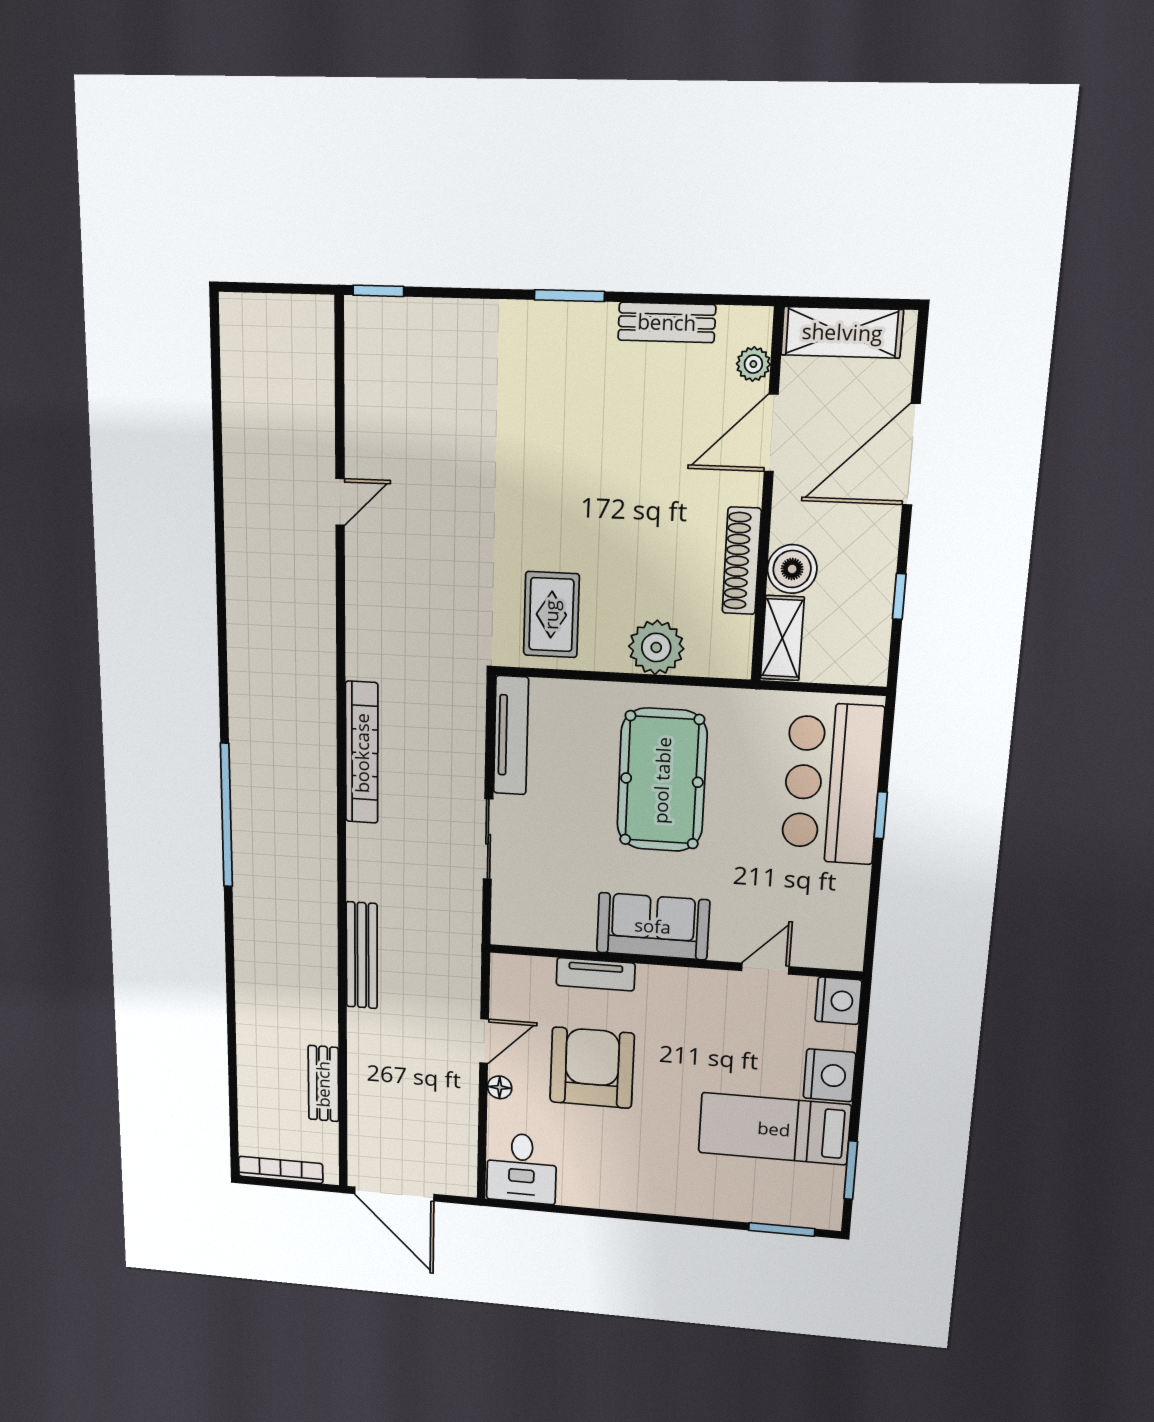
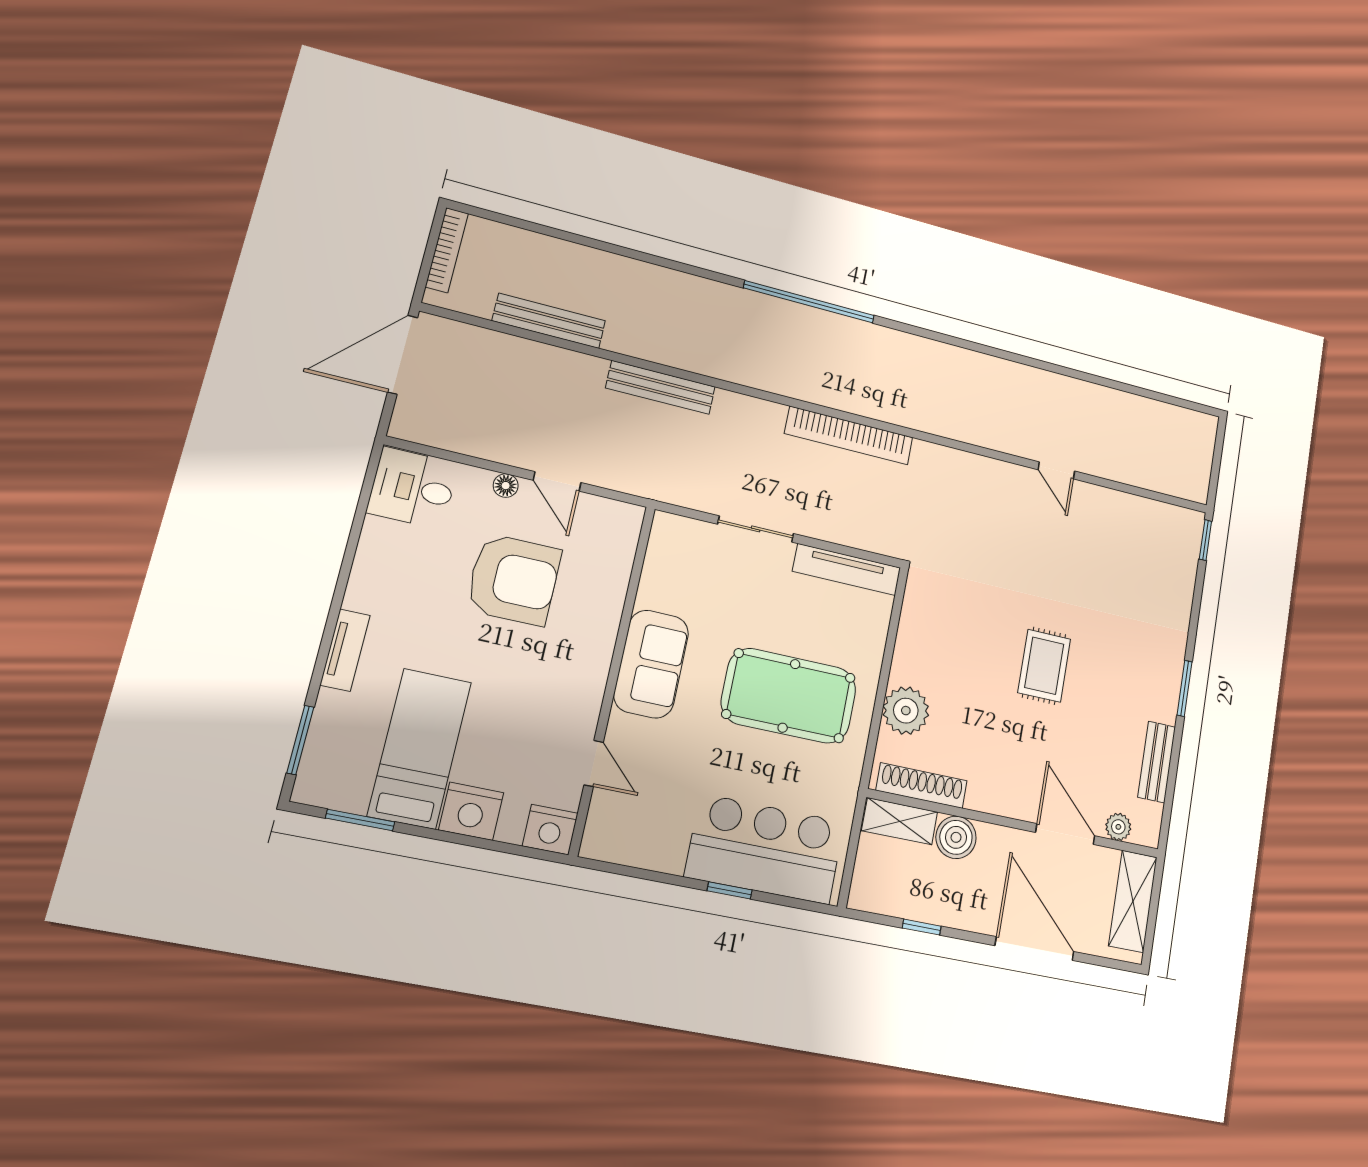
shoe rack: (742, 561) -> (922, 785), moved
rug: (551, 615) -> (1044, 666), moved, turned 90
tv unit: (596, 974) -> (345, 650), moved, turned 180
bench: (323, 1084) -> (549, 321), width x1.36

